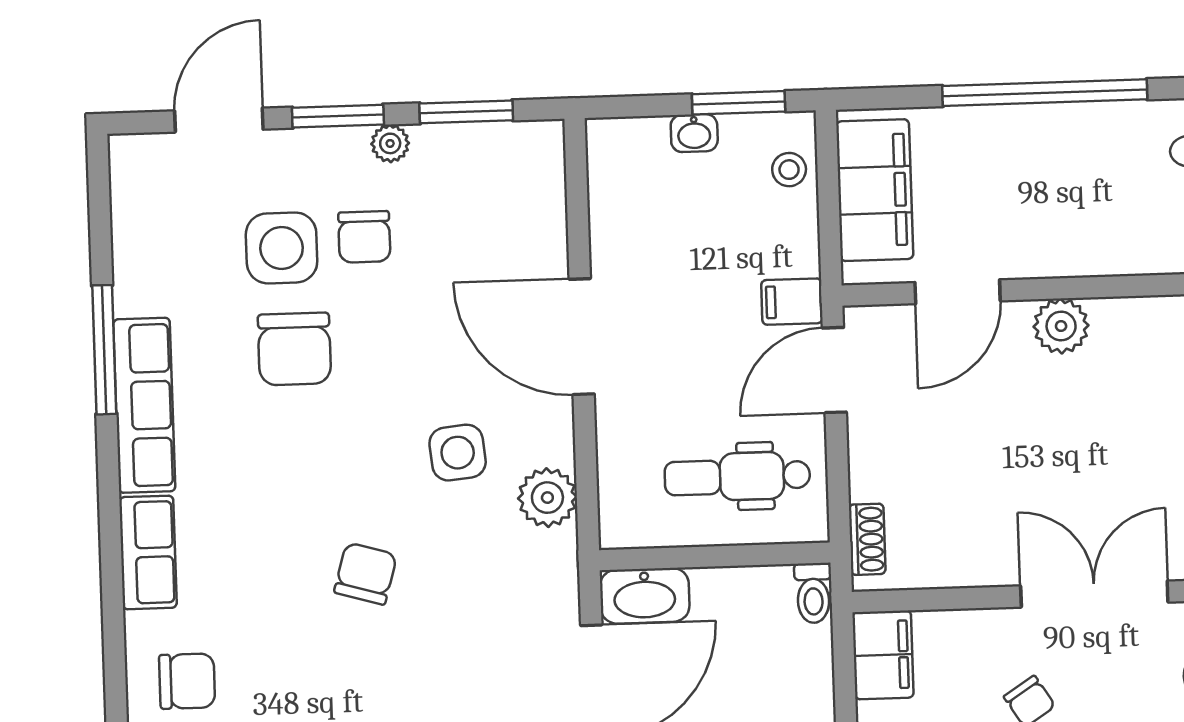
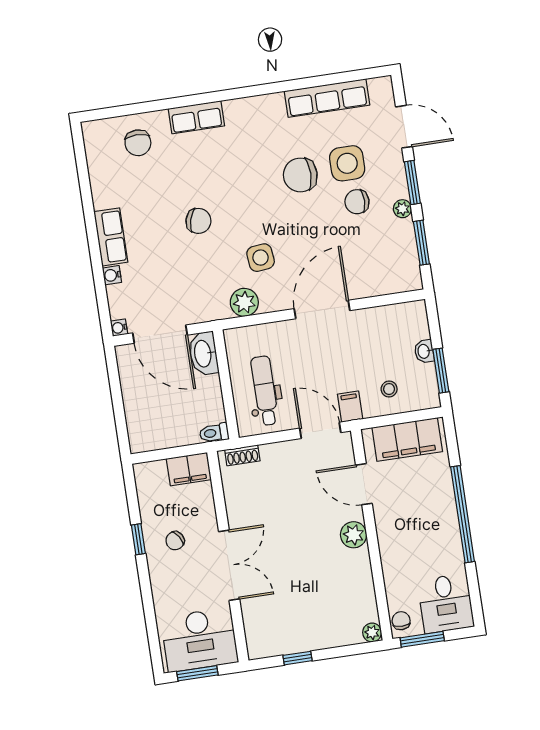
stool: (789, 170) -> (389, 389), moved
window: (104, 350) -> (289, 85), removed
row of seats: (144, 405) -> (327, 98), moved

